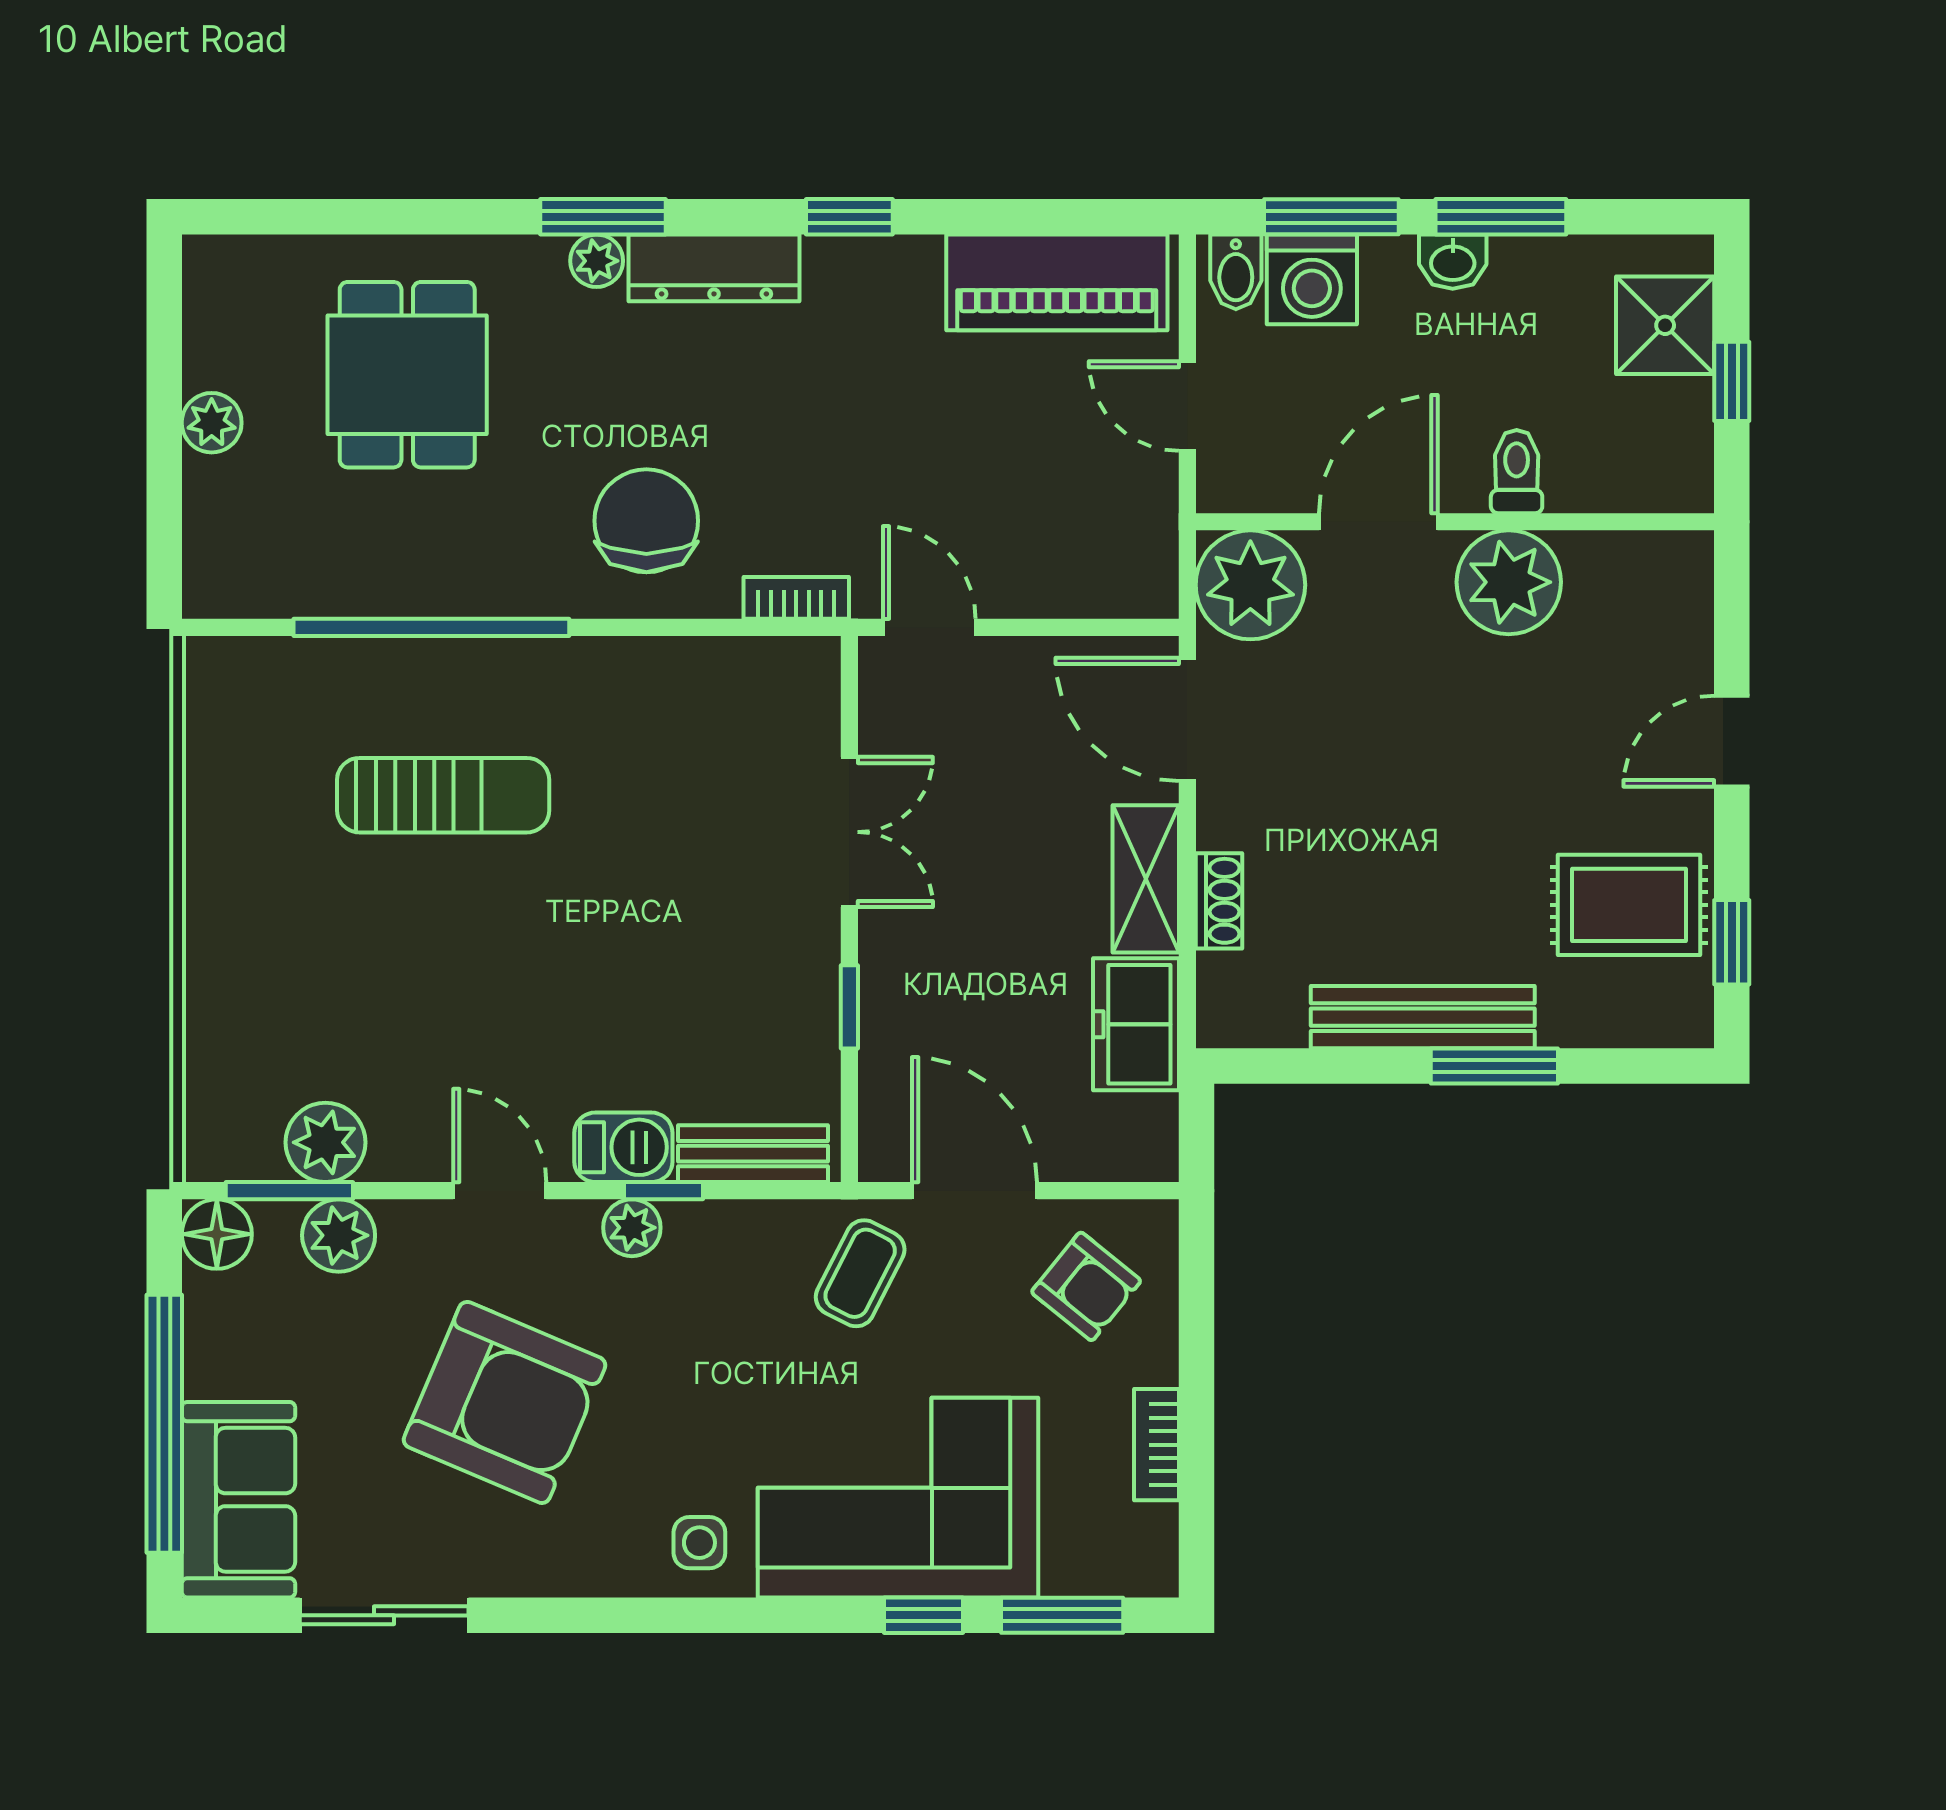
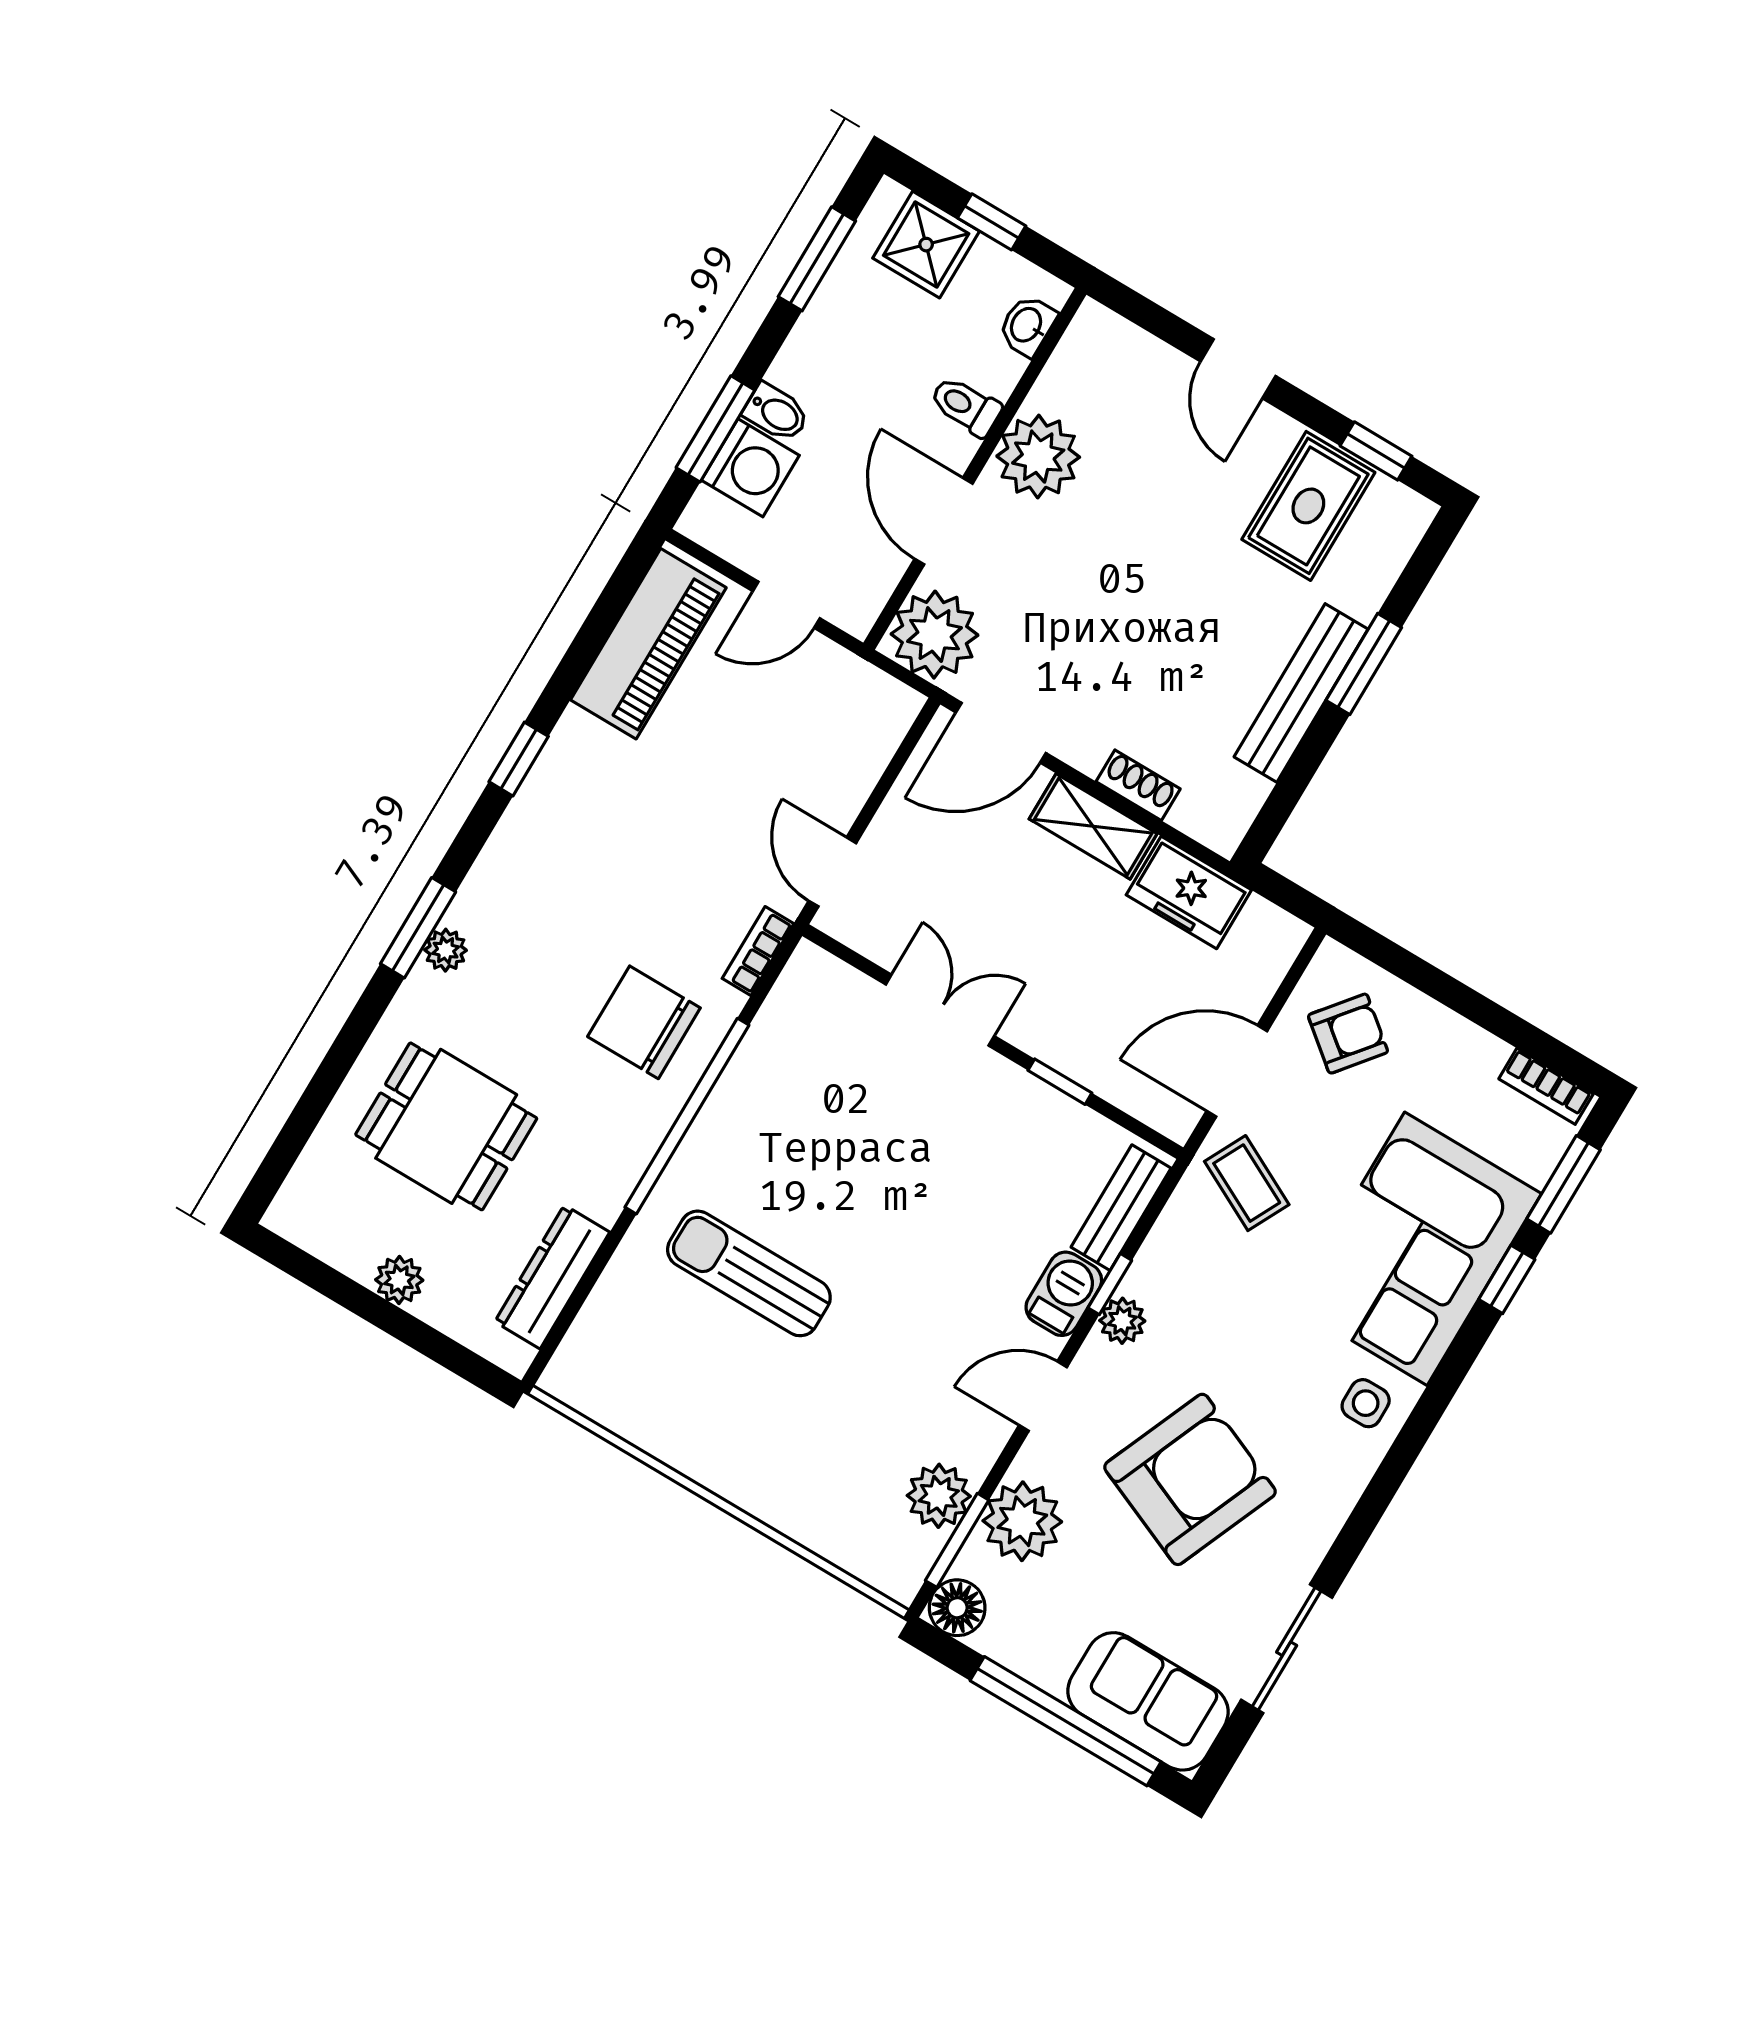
window: (1501, 217) -> (817, 259), moved
washbasin: (1453, 262) -> (1027, 325), moved, turned 180
dresser: (714, 268) -> (552, 1277), moved, turned 180
bidet: (1236, 272) -> (776, 413), moved
window: (431, 627) -> (687, 1116), moved
door: (929, 627) -> (832, 872), hinge flipped
sun lounger: (443, 795) -> (749, 1273), turned -90
plant: (339, 1235) -> (1022, 1521), width x1.36, depth x1.36
bookcase: (1157, 1445) -> (1546, 1086), moved

